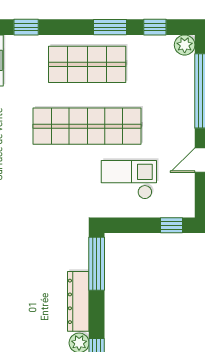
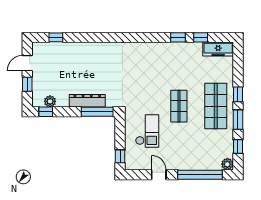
window: (26, 27) -> (238, 94), moved
shop shelf: (87, 126) -> (179, 106), width x0.50, depth x0.74
dresser: (78, 301) -> (87, 101), moved

